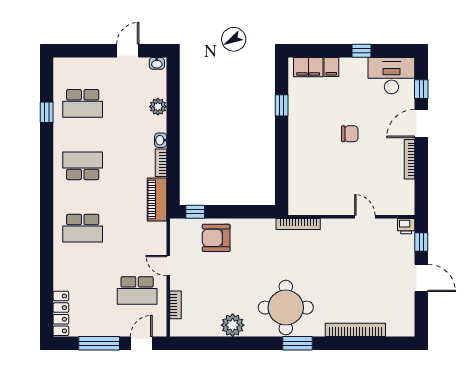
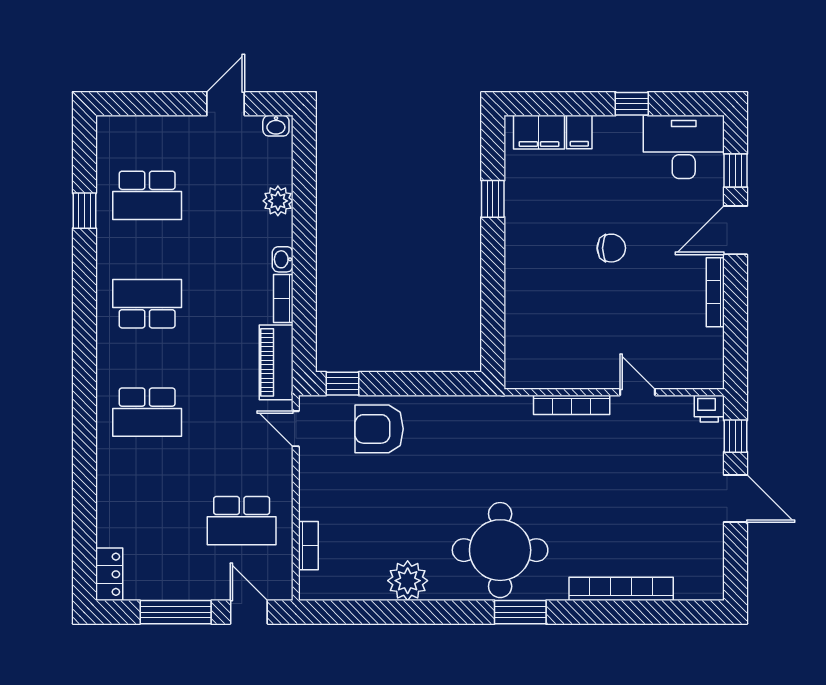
bookcase: (298, 224) -> (572, 405), moved
door: (168, 266) -> (296, 429), moved
locker: (61, 313) -> (109, 574), width x0.66
door: (141, 343) -> (249, 612), hinge flipped

